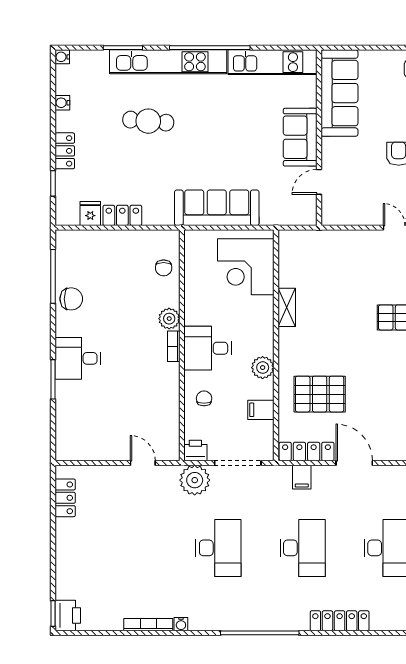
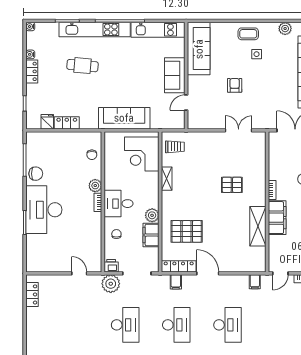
locker: (65, 151) -> (32, 71), moved
trolley: (300, 255) -> (175, 147), added
desk: (78, 358) -> (44, 210), width x1.87, depth x1.30
filing cabinet: (261, 410) -> (151, 235), width x2.00

